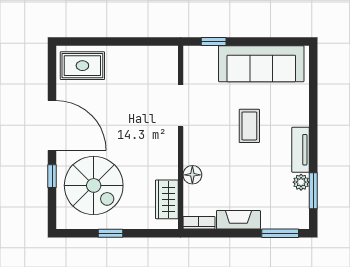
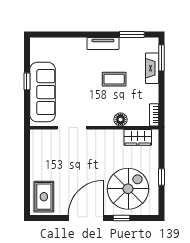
window: (214, 42) -> (27, 81), moved
sofa: (261, 64) -> (43, 92), moved
coffee table: (249, 126) -> (114, 79), moved
plant: (301, 182) -> (126, 43), removed
fireplace: (238, 220) -> (152, 68), moved

